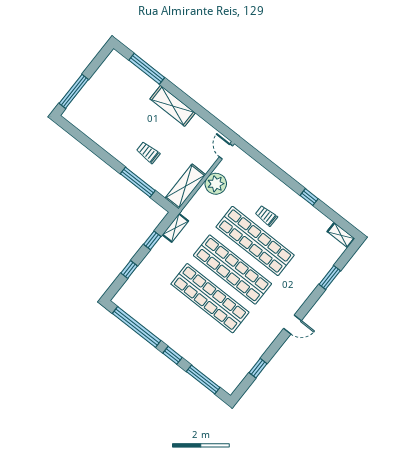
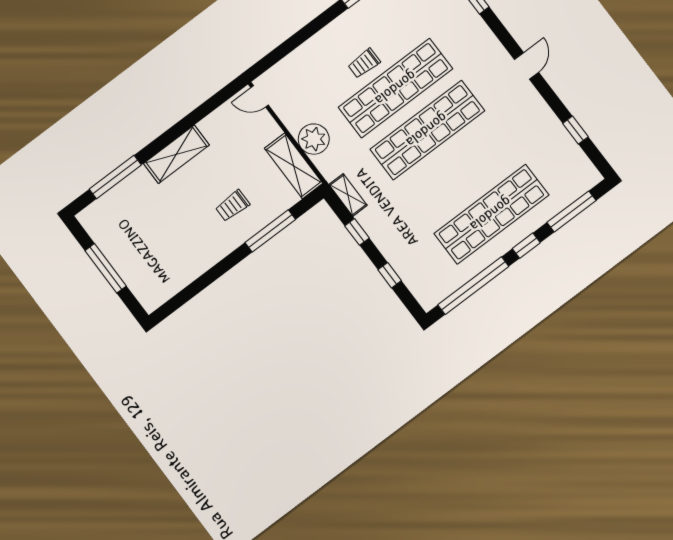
window: (74, 91) -> (106, 268), moved
plant: (216, 184) -> (314, 139), moved
shop shelf: (210, 298) -> (491, 214), moved

